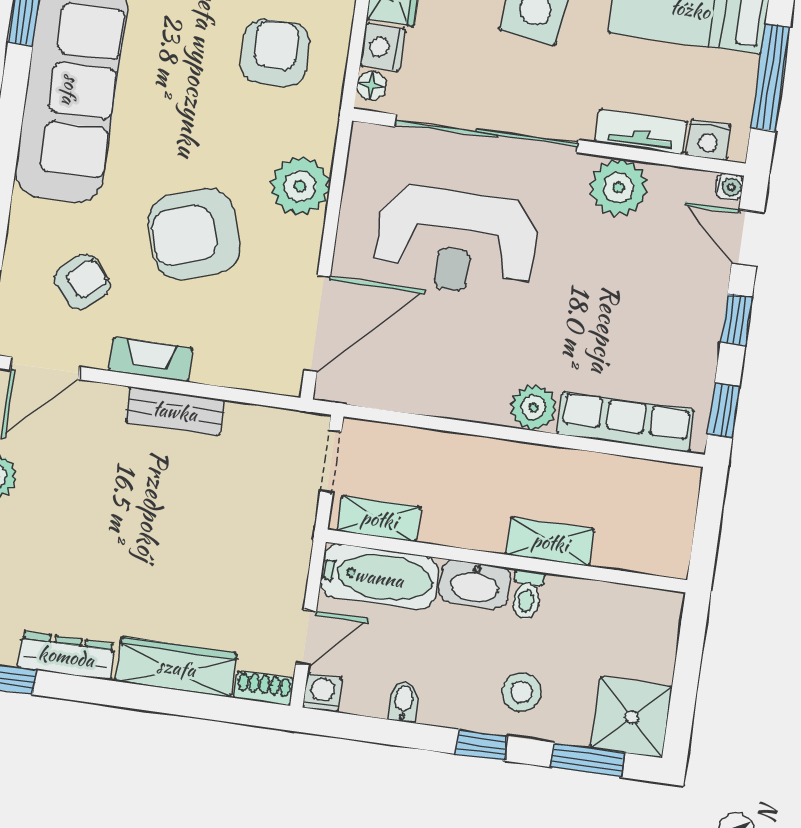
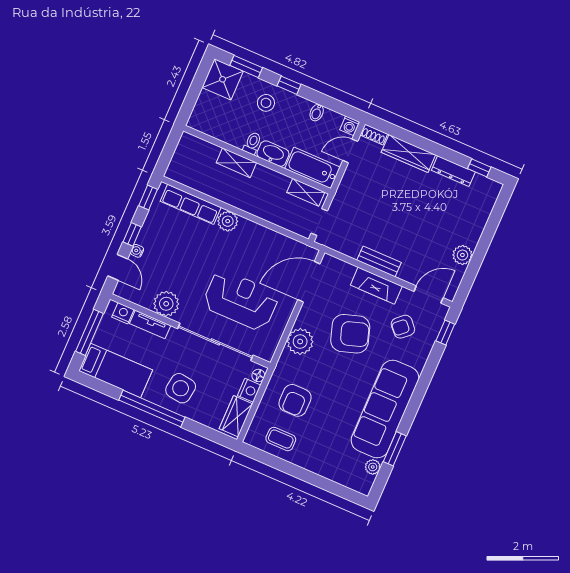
water cooler: (729, 187) -> (137, 251), moved
fireplace: (150, 359) -> (376, 286), width x1.37, depth x1.32

